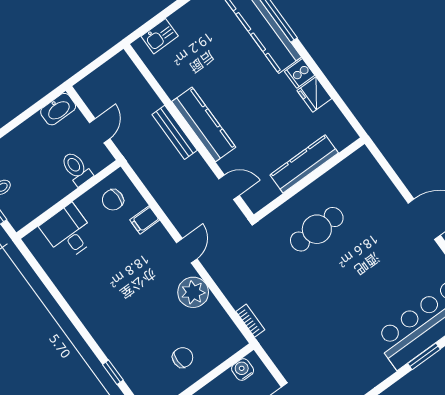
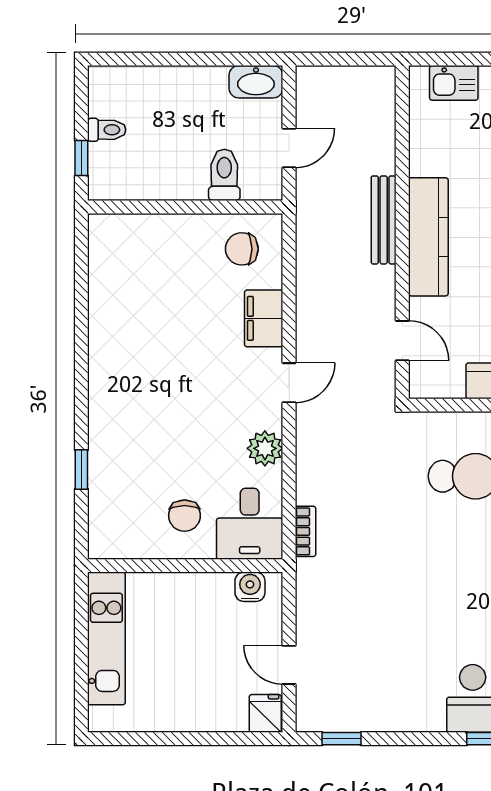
filing cabinet: (145, 220) -> (264, 318), width x2.00
desk: (68, 232) -> (250, 524), moved, turned 180
plant: (193, 292) -> (265, 448), width x0.73, depth x0.73
chair: (183, 357) -> (185, 516), turned 90

